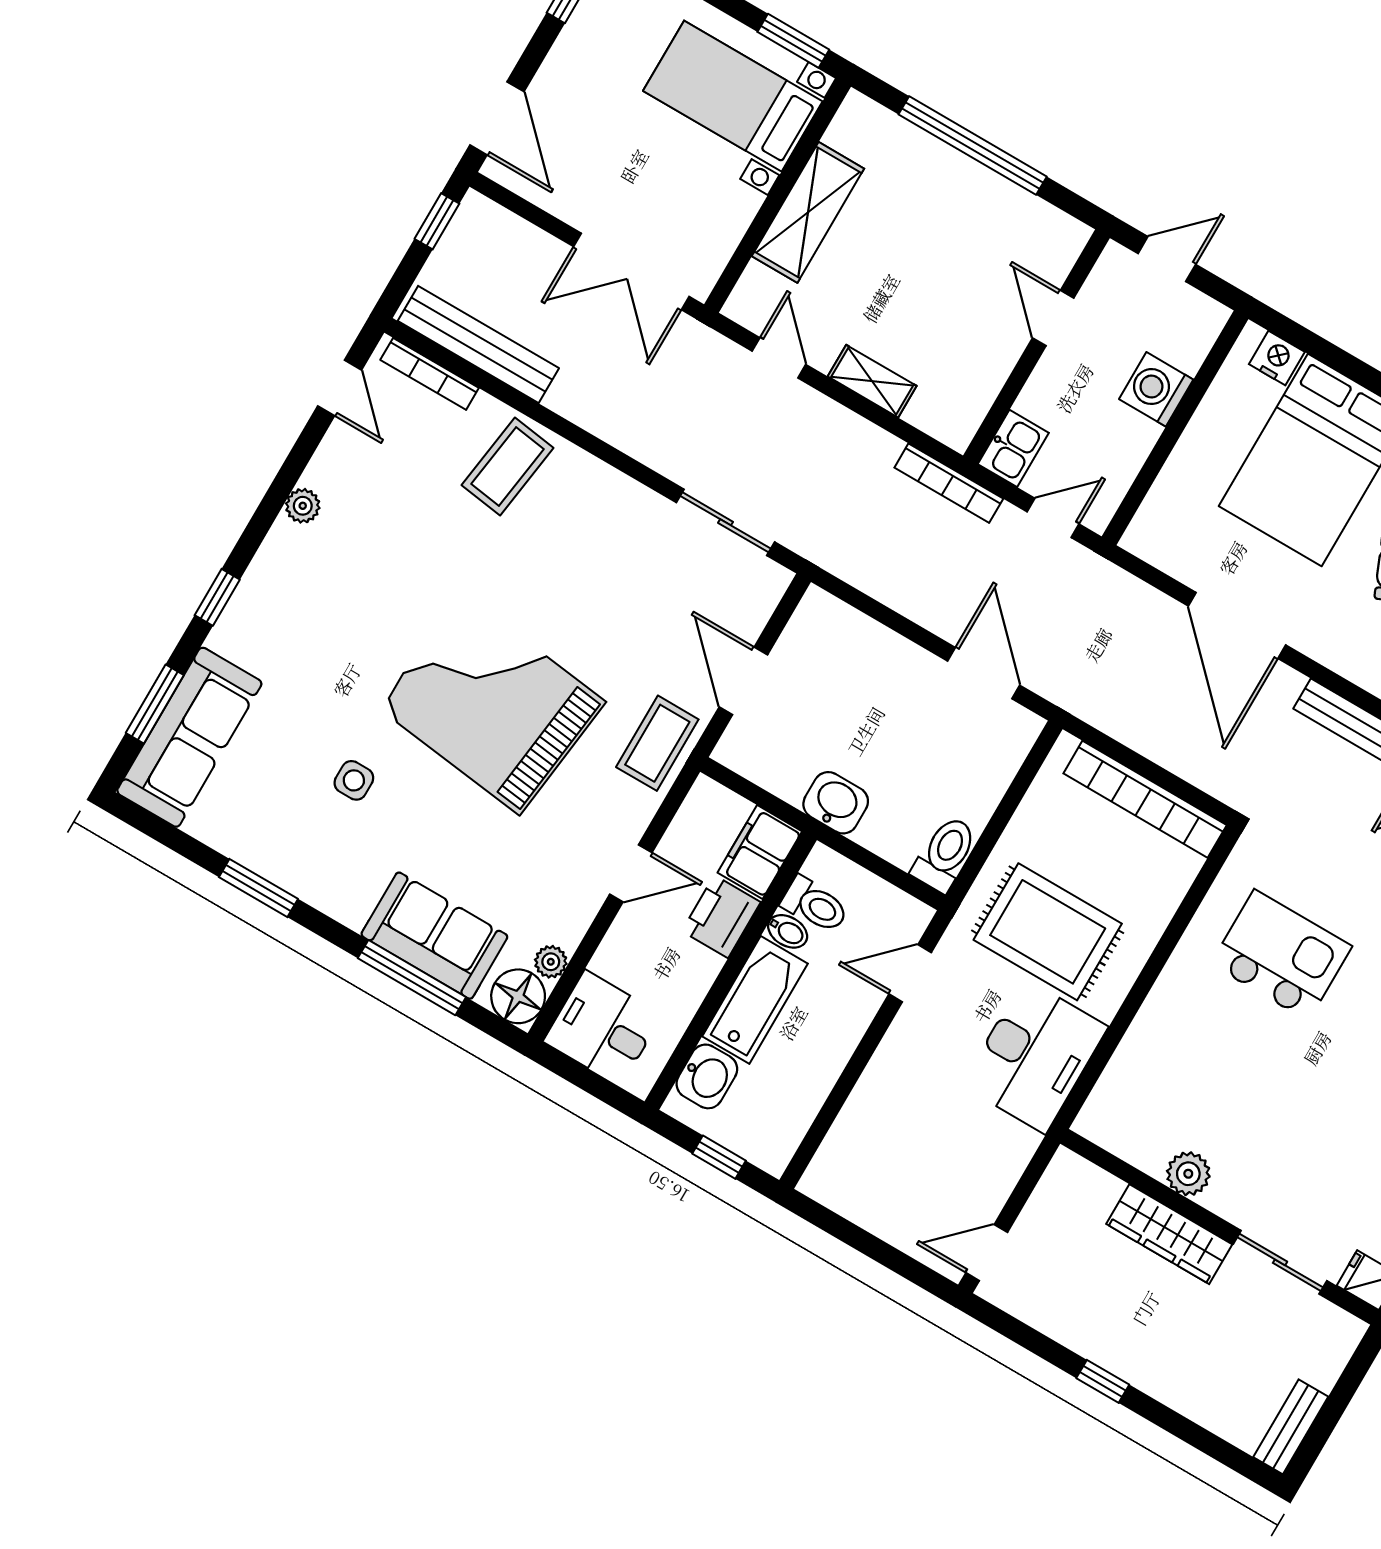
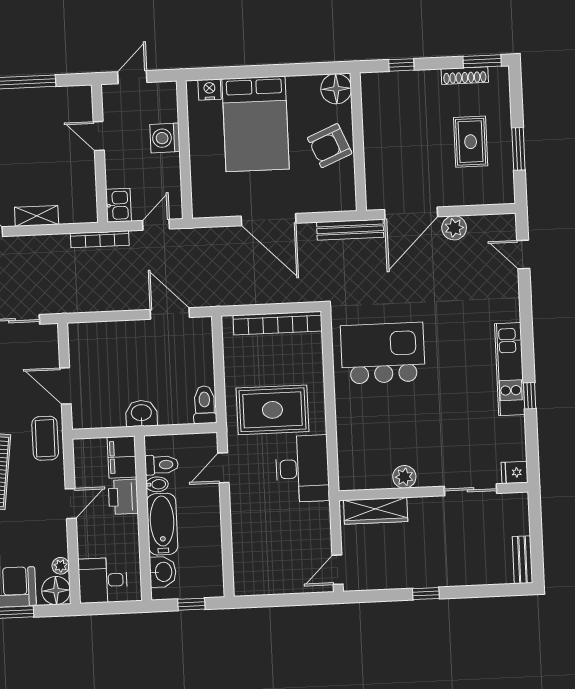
kitchen island: (1281, 955) -> (383, 353), width x1.37, depth x1.28
wardrobe: (1169, 1234) -> (376, 511), moved

